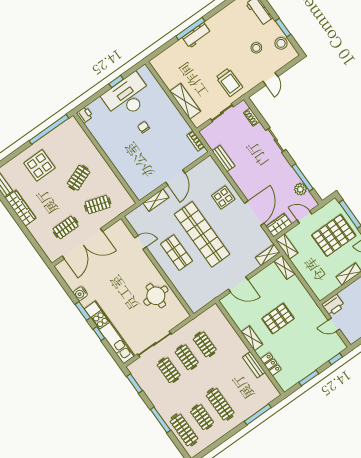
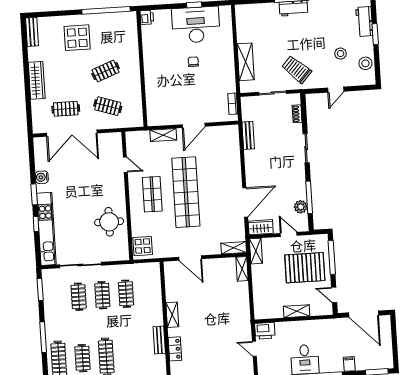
window: (283, 28) -> (375, 34), moved
trolley: (229, 82) -> (297, 69), turned 133
display table: (223, 197) -> (143, 246), moved
wardrobe: (21, 208) -> (37, 80), moved
pallet: (278, 319) -> (207, 312), removed

